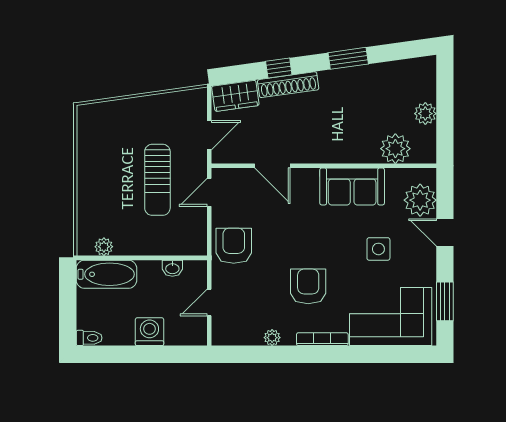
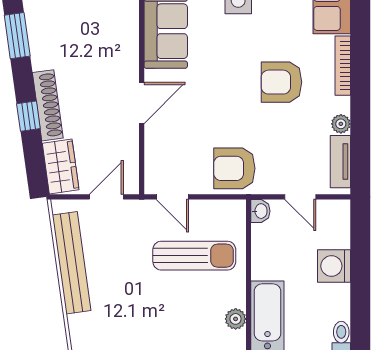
bench: (152, 105) -> (72, 263), added
door: (209, 135) -> (106, 197), hinge flipped
door: (272, 166) -> (142, 103), moved
sun lounger: (157, 180) -> (194, 256), moved
washbasin: (172, 268) -> (260, 211), moved
tv unit: (240, 337) -> (340, 162), added

